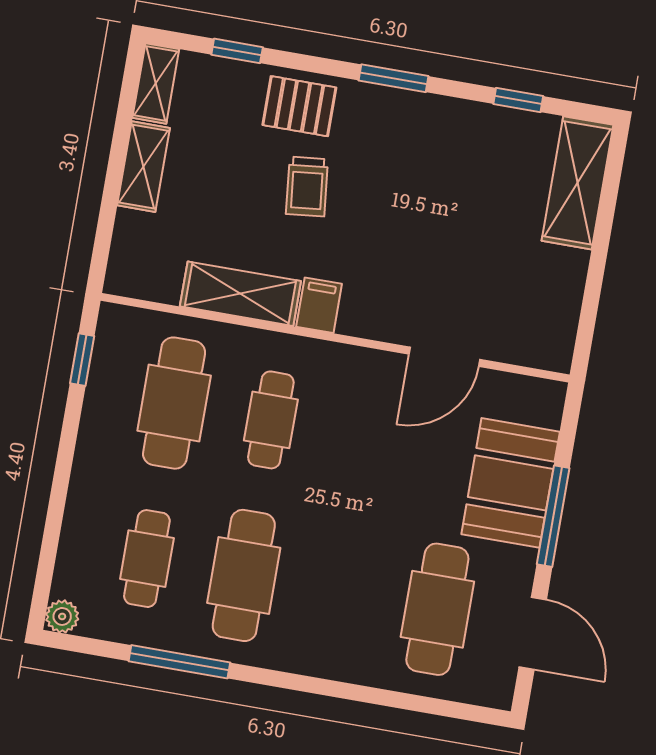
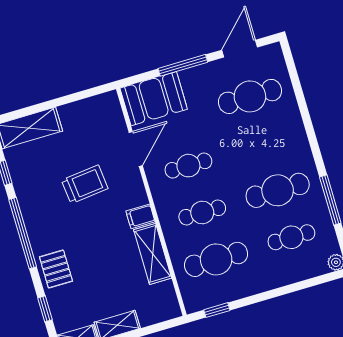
window: (394, 78) -> (23, 233), width x2.11
trolley: (307, 187) -> (85, 184), moved, width x1.36, depth x1.39
door: (444, 357) -> (136, 149), hinge flipped
cafe table: (368, 437) -> (188, 166), added
booth: (511, 483) -> (154, 99), moved

